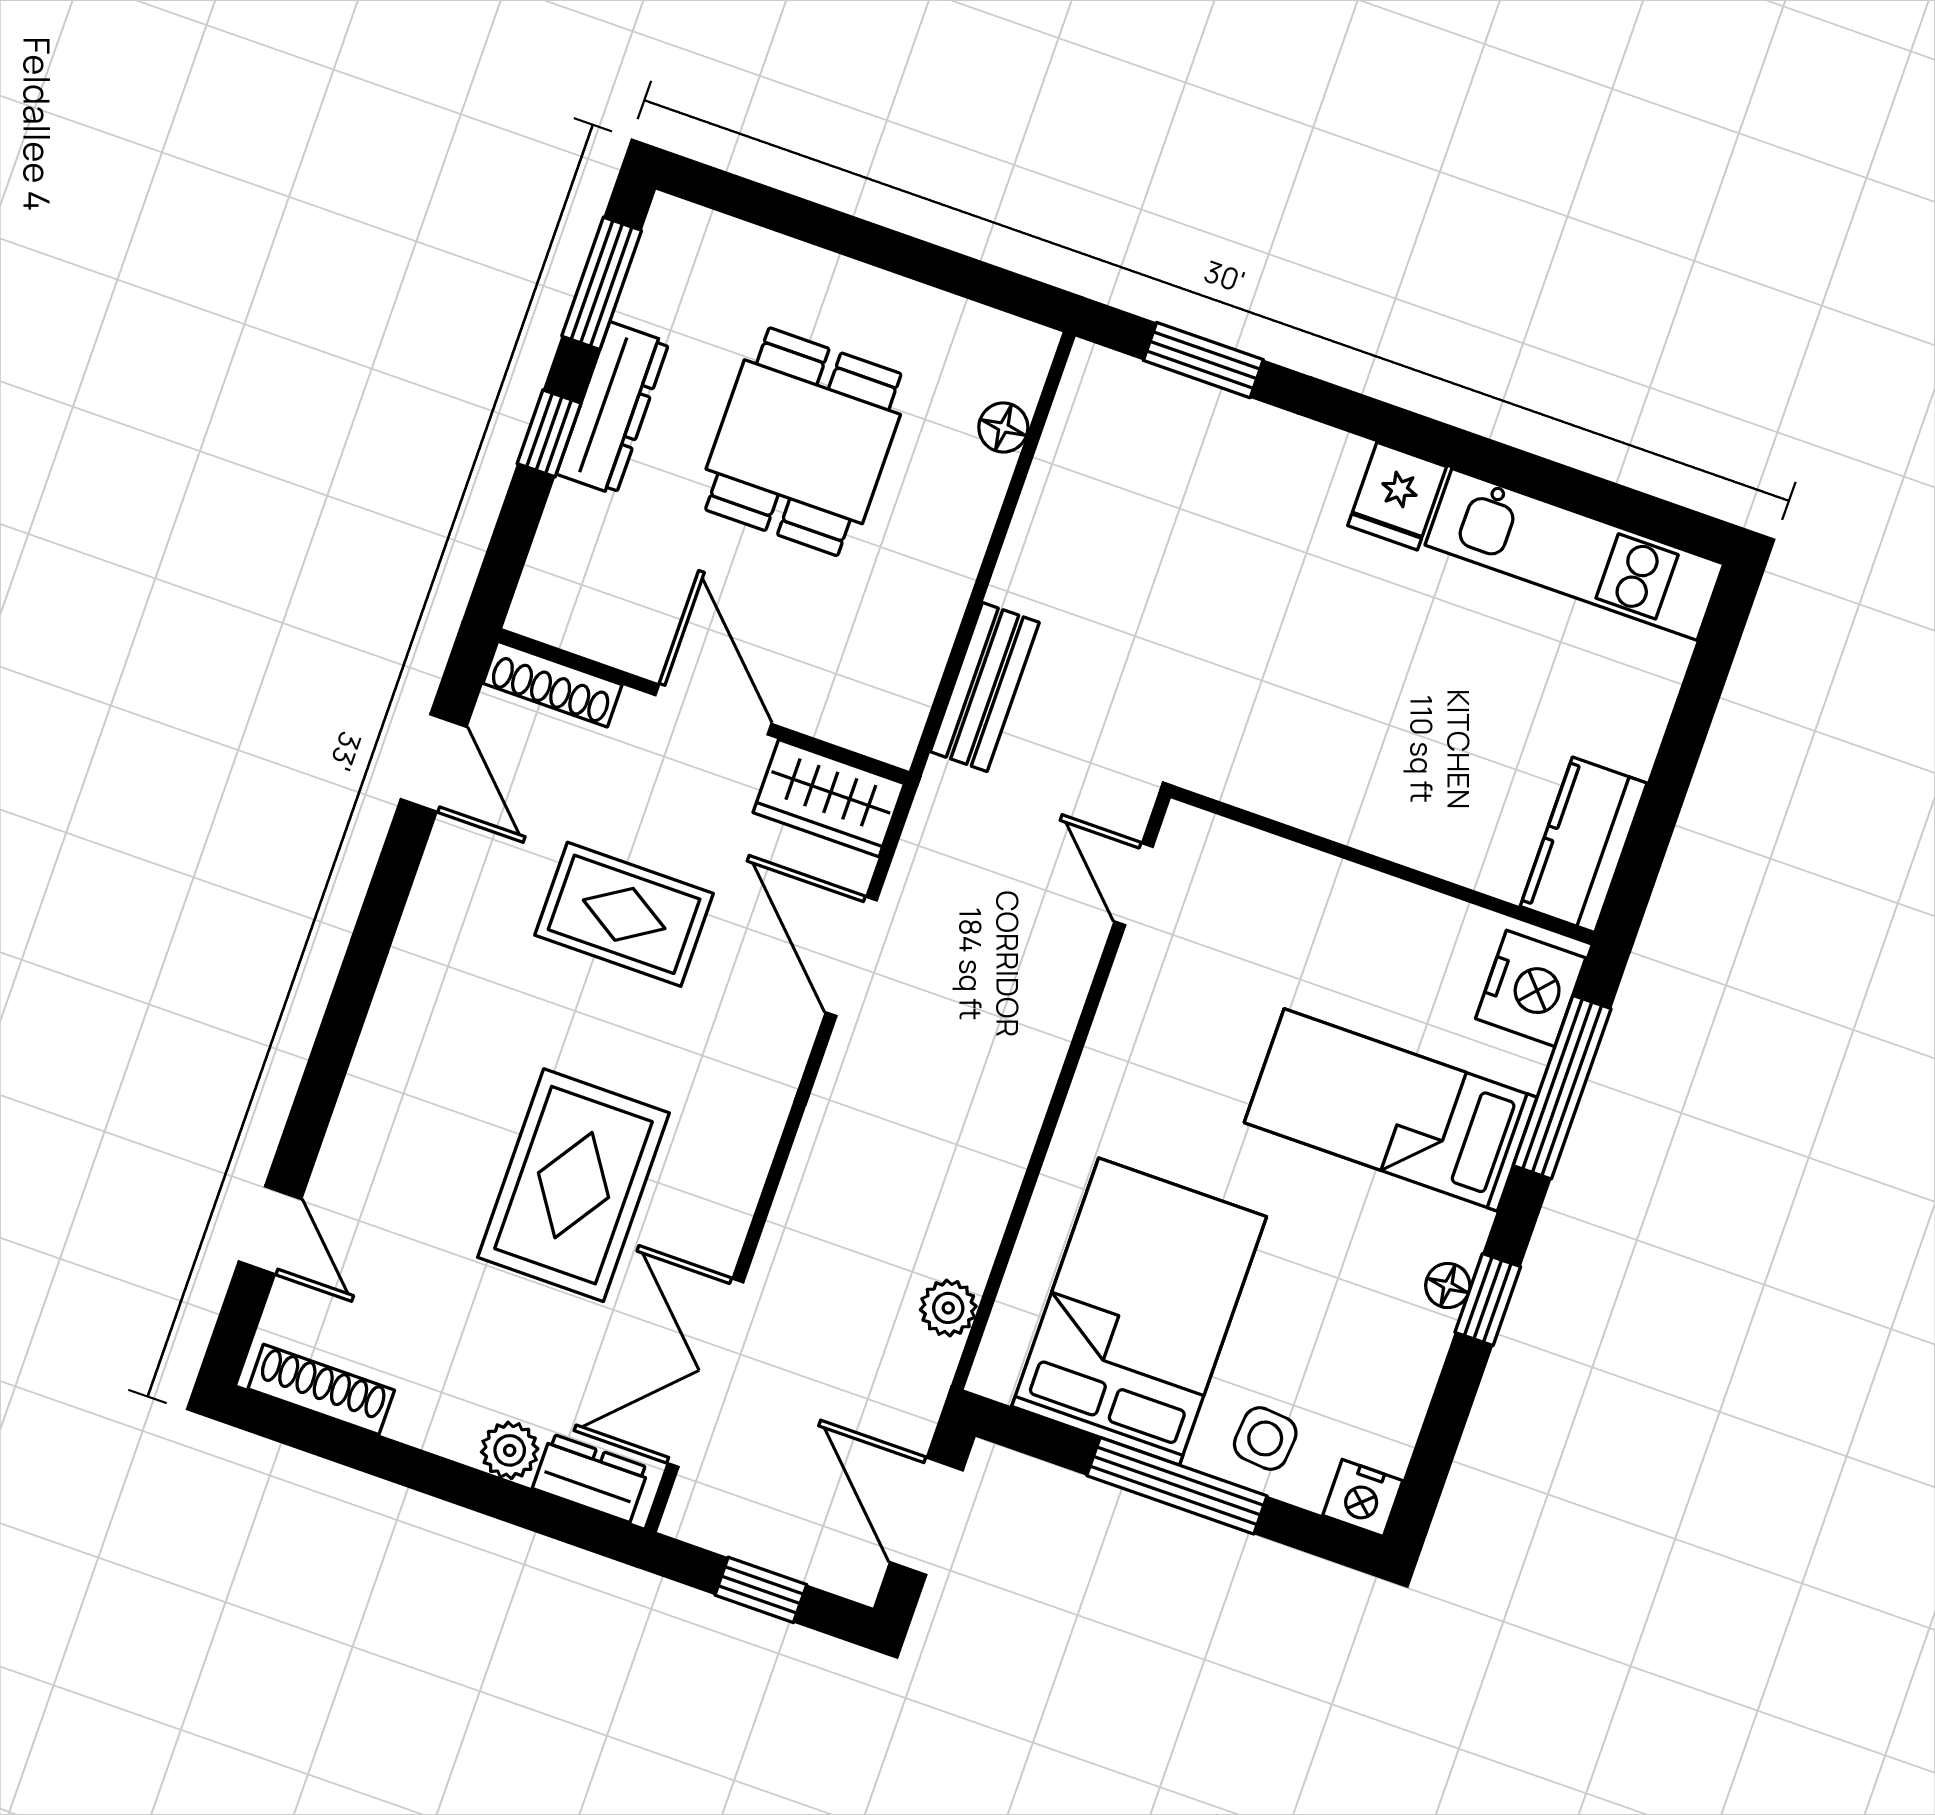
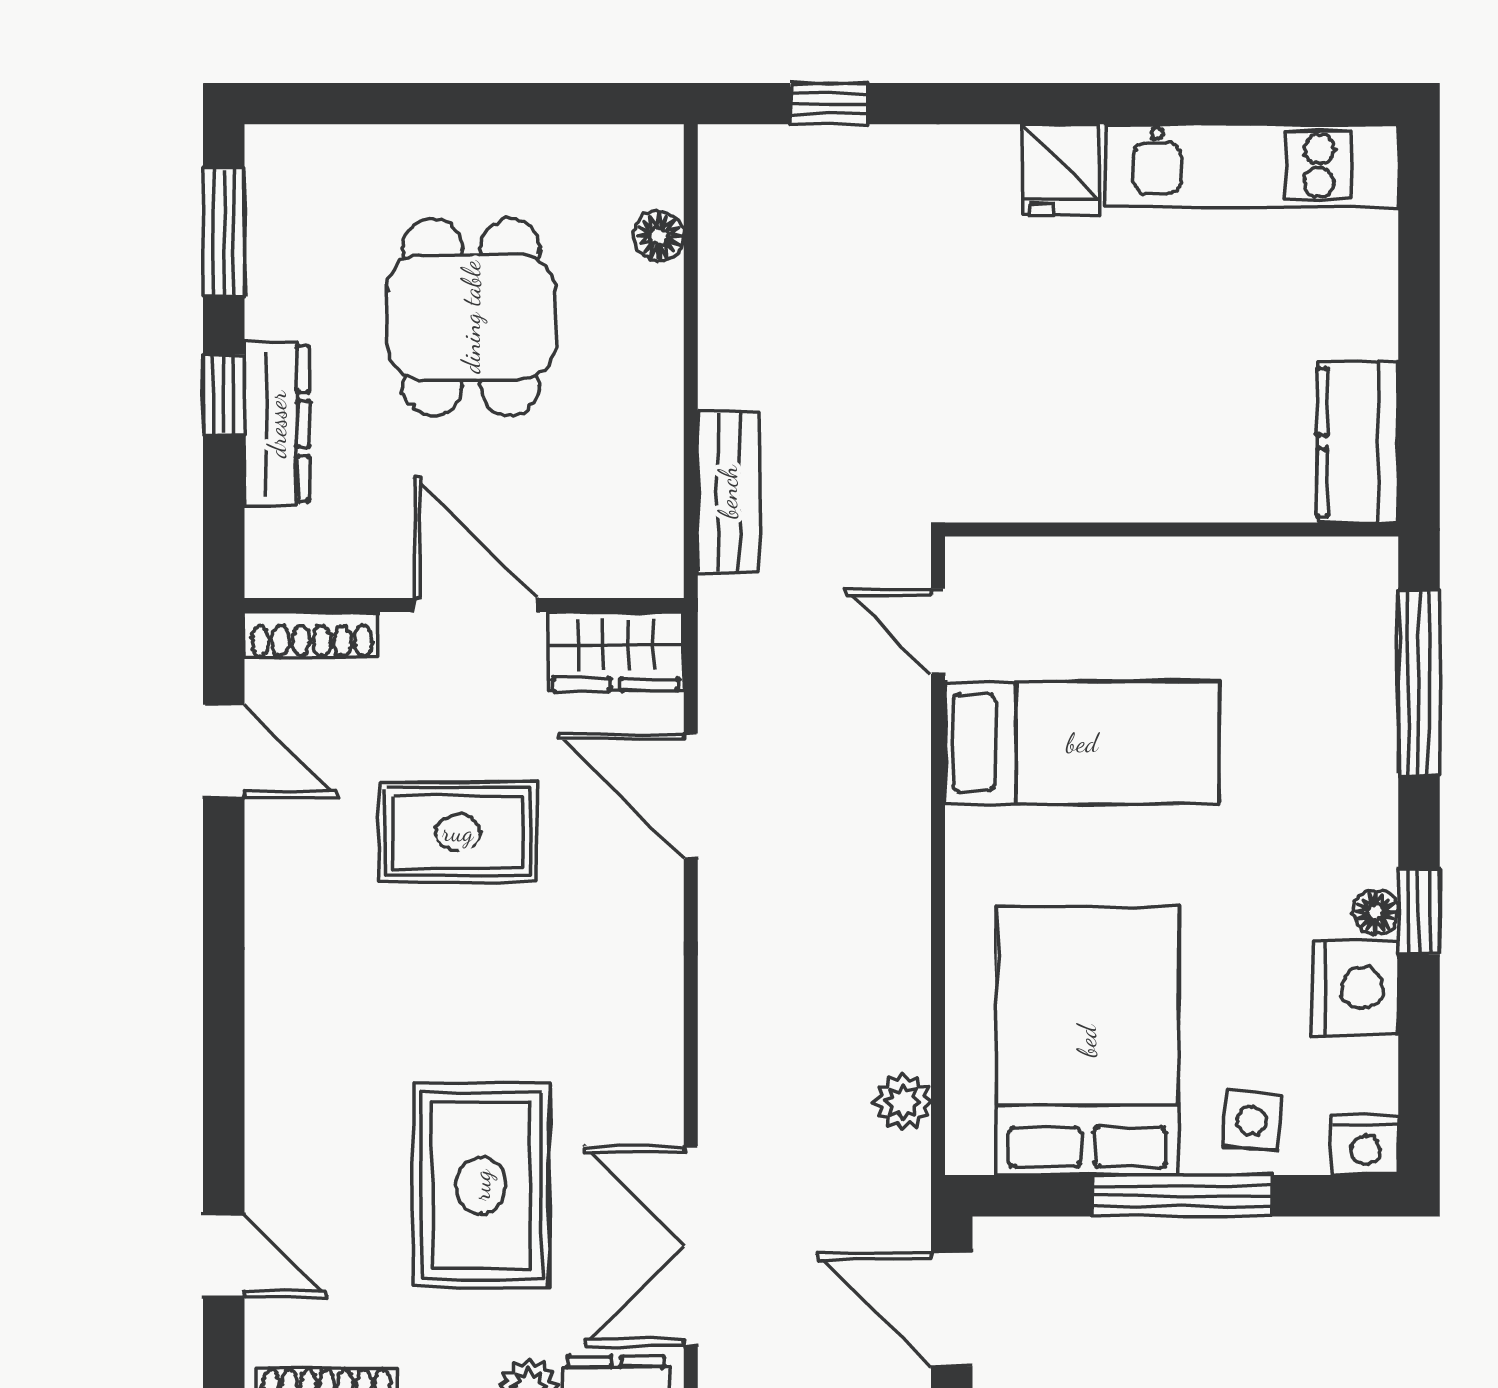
window: (1203, 360) -> (829, 104), width x0.67
dresser: (613, 408) -> (277, 424), moved
nightstand: (1531, 988) -> (1355, 988), moved
bed: (1391, 1110) -> (1082, 743), moved, turned 180
rug: (574, 1185) -> (481, 1185), moved

